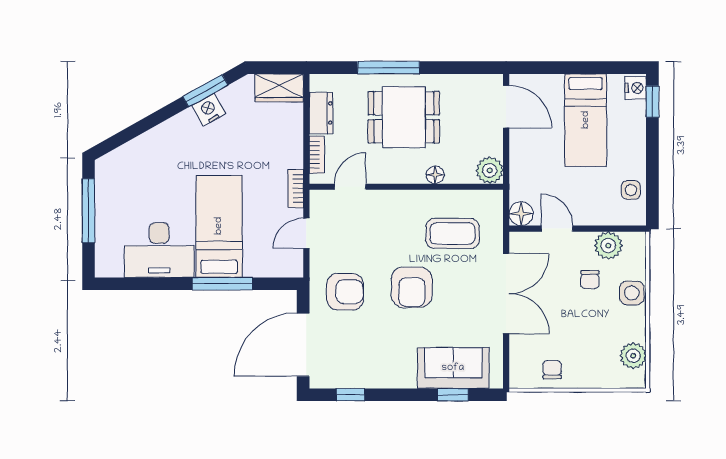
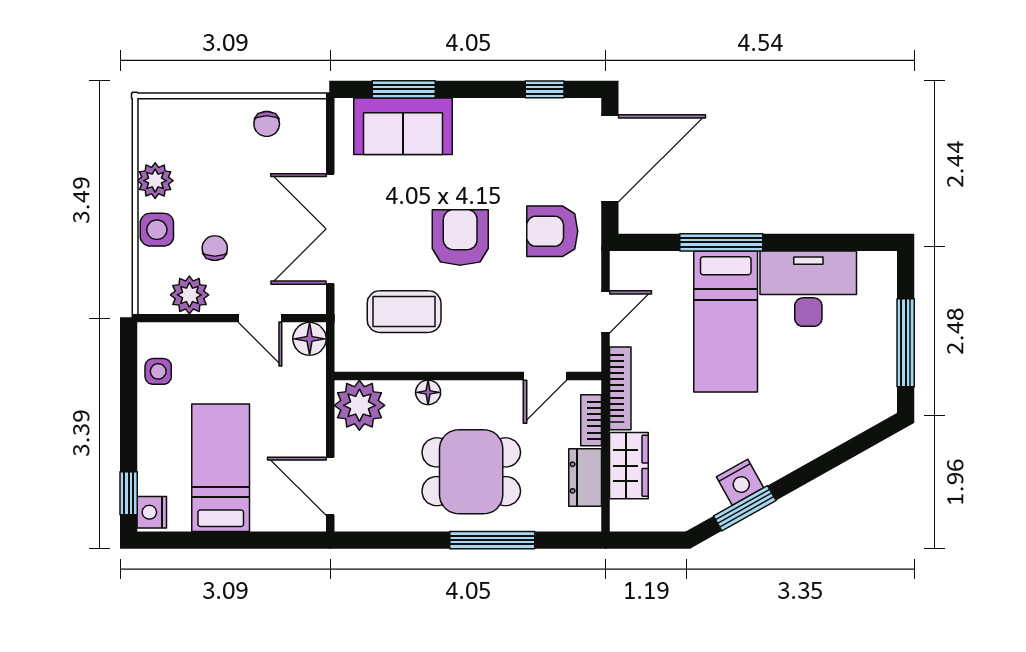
wardrobe: (279, 88) -> (629, 466), moved, turned 90
plant: (490, 170) -> (359, 405), width x1.36, depth x1.36
bookcase: (296, 189) -> (620, 388), width x1.56
plant: (633, 356) -> (155, 181), moved
window: (453, 395) -> (404, 89), width x1.50

